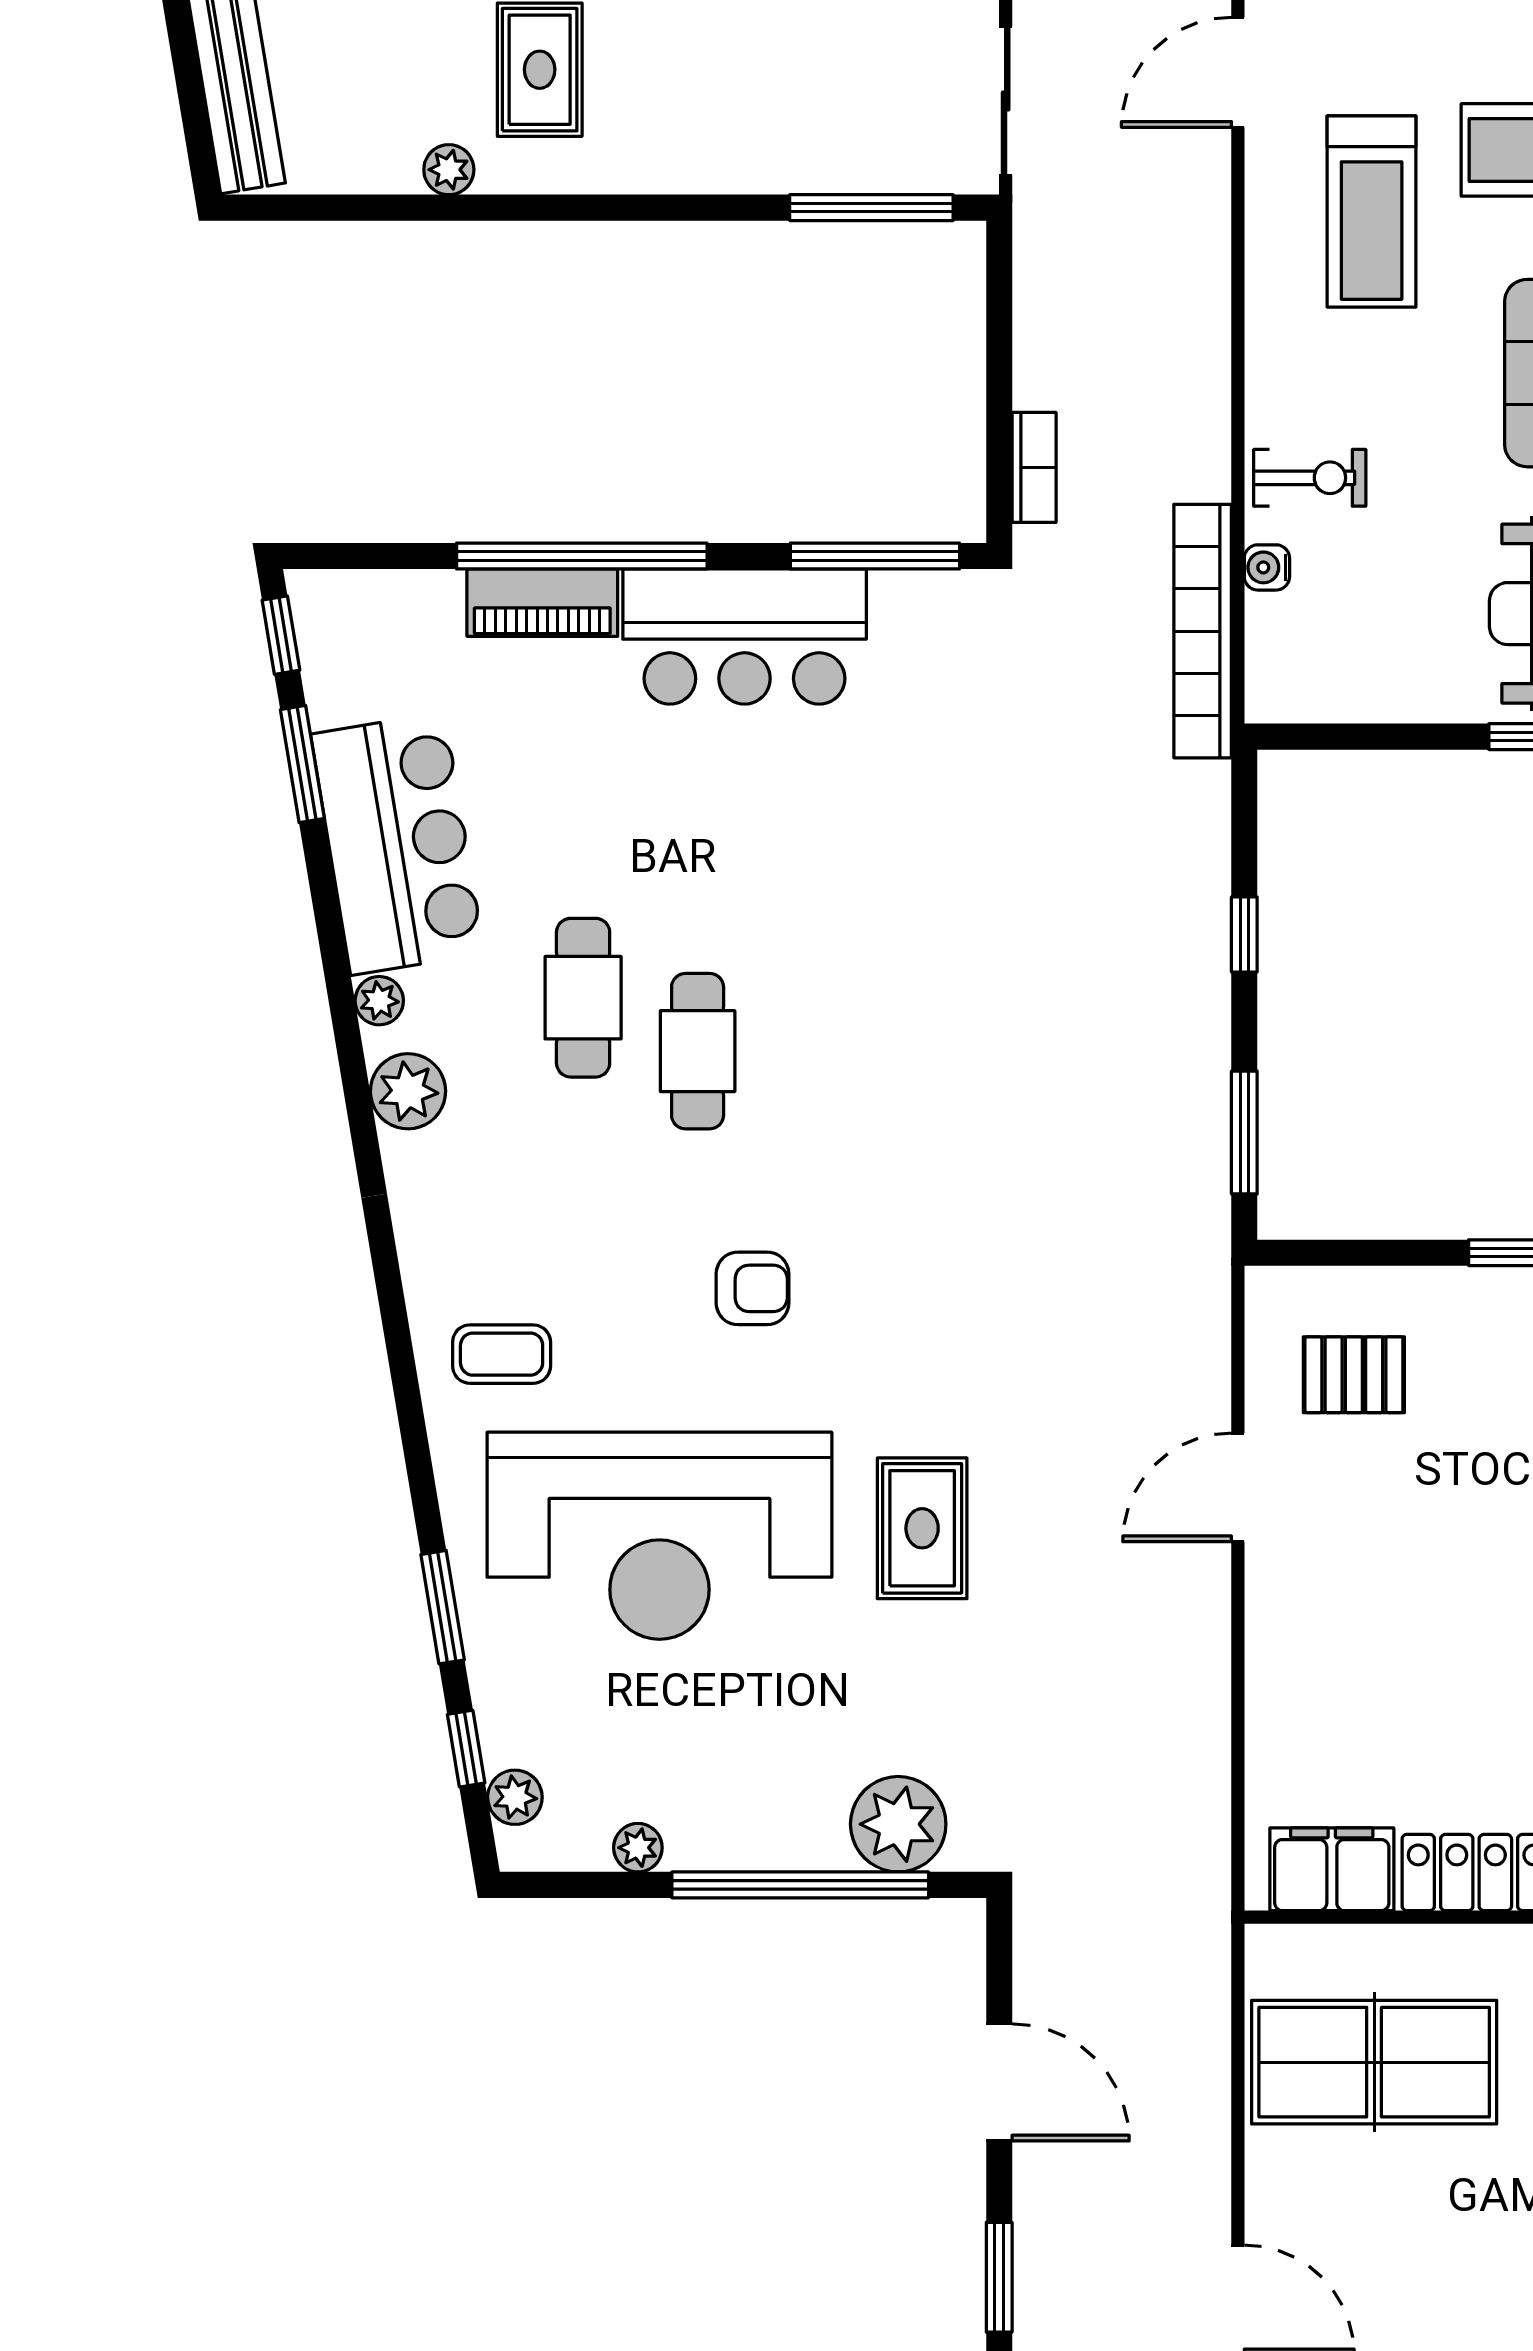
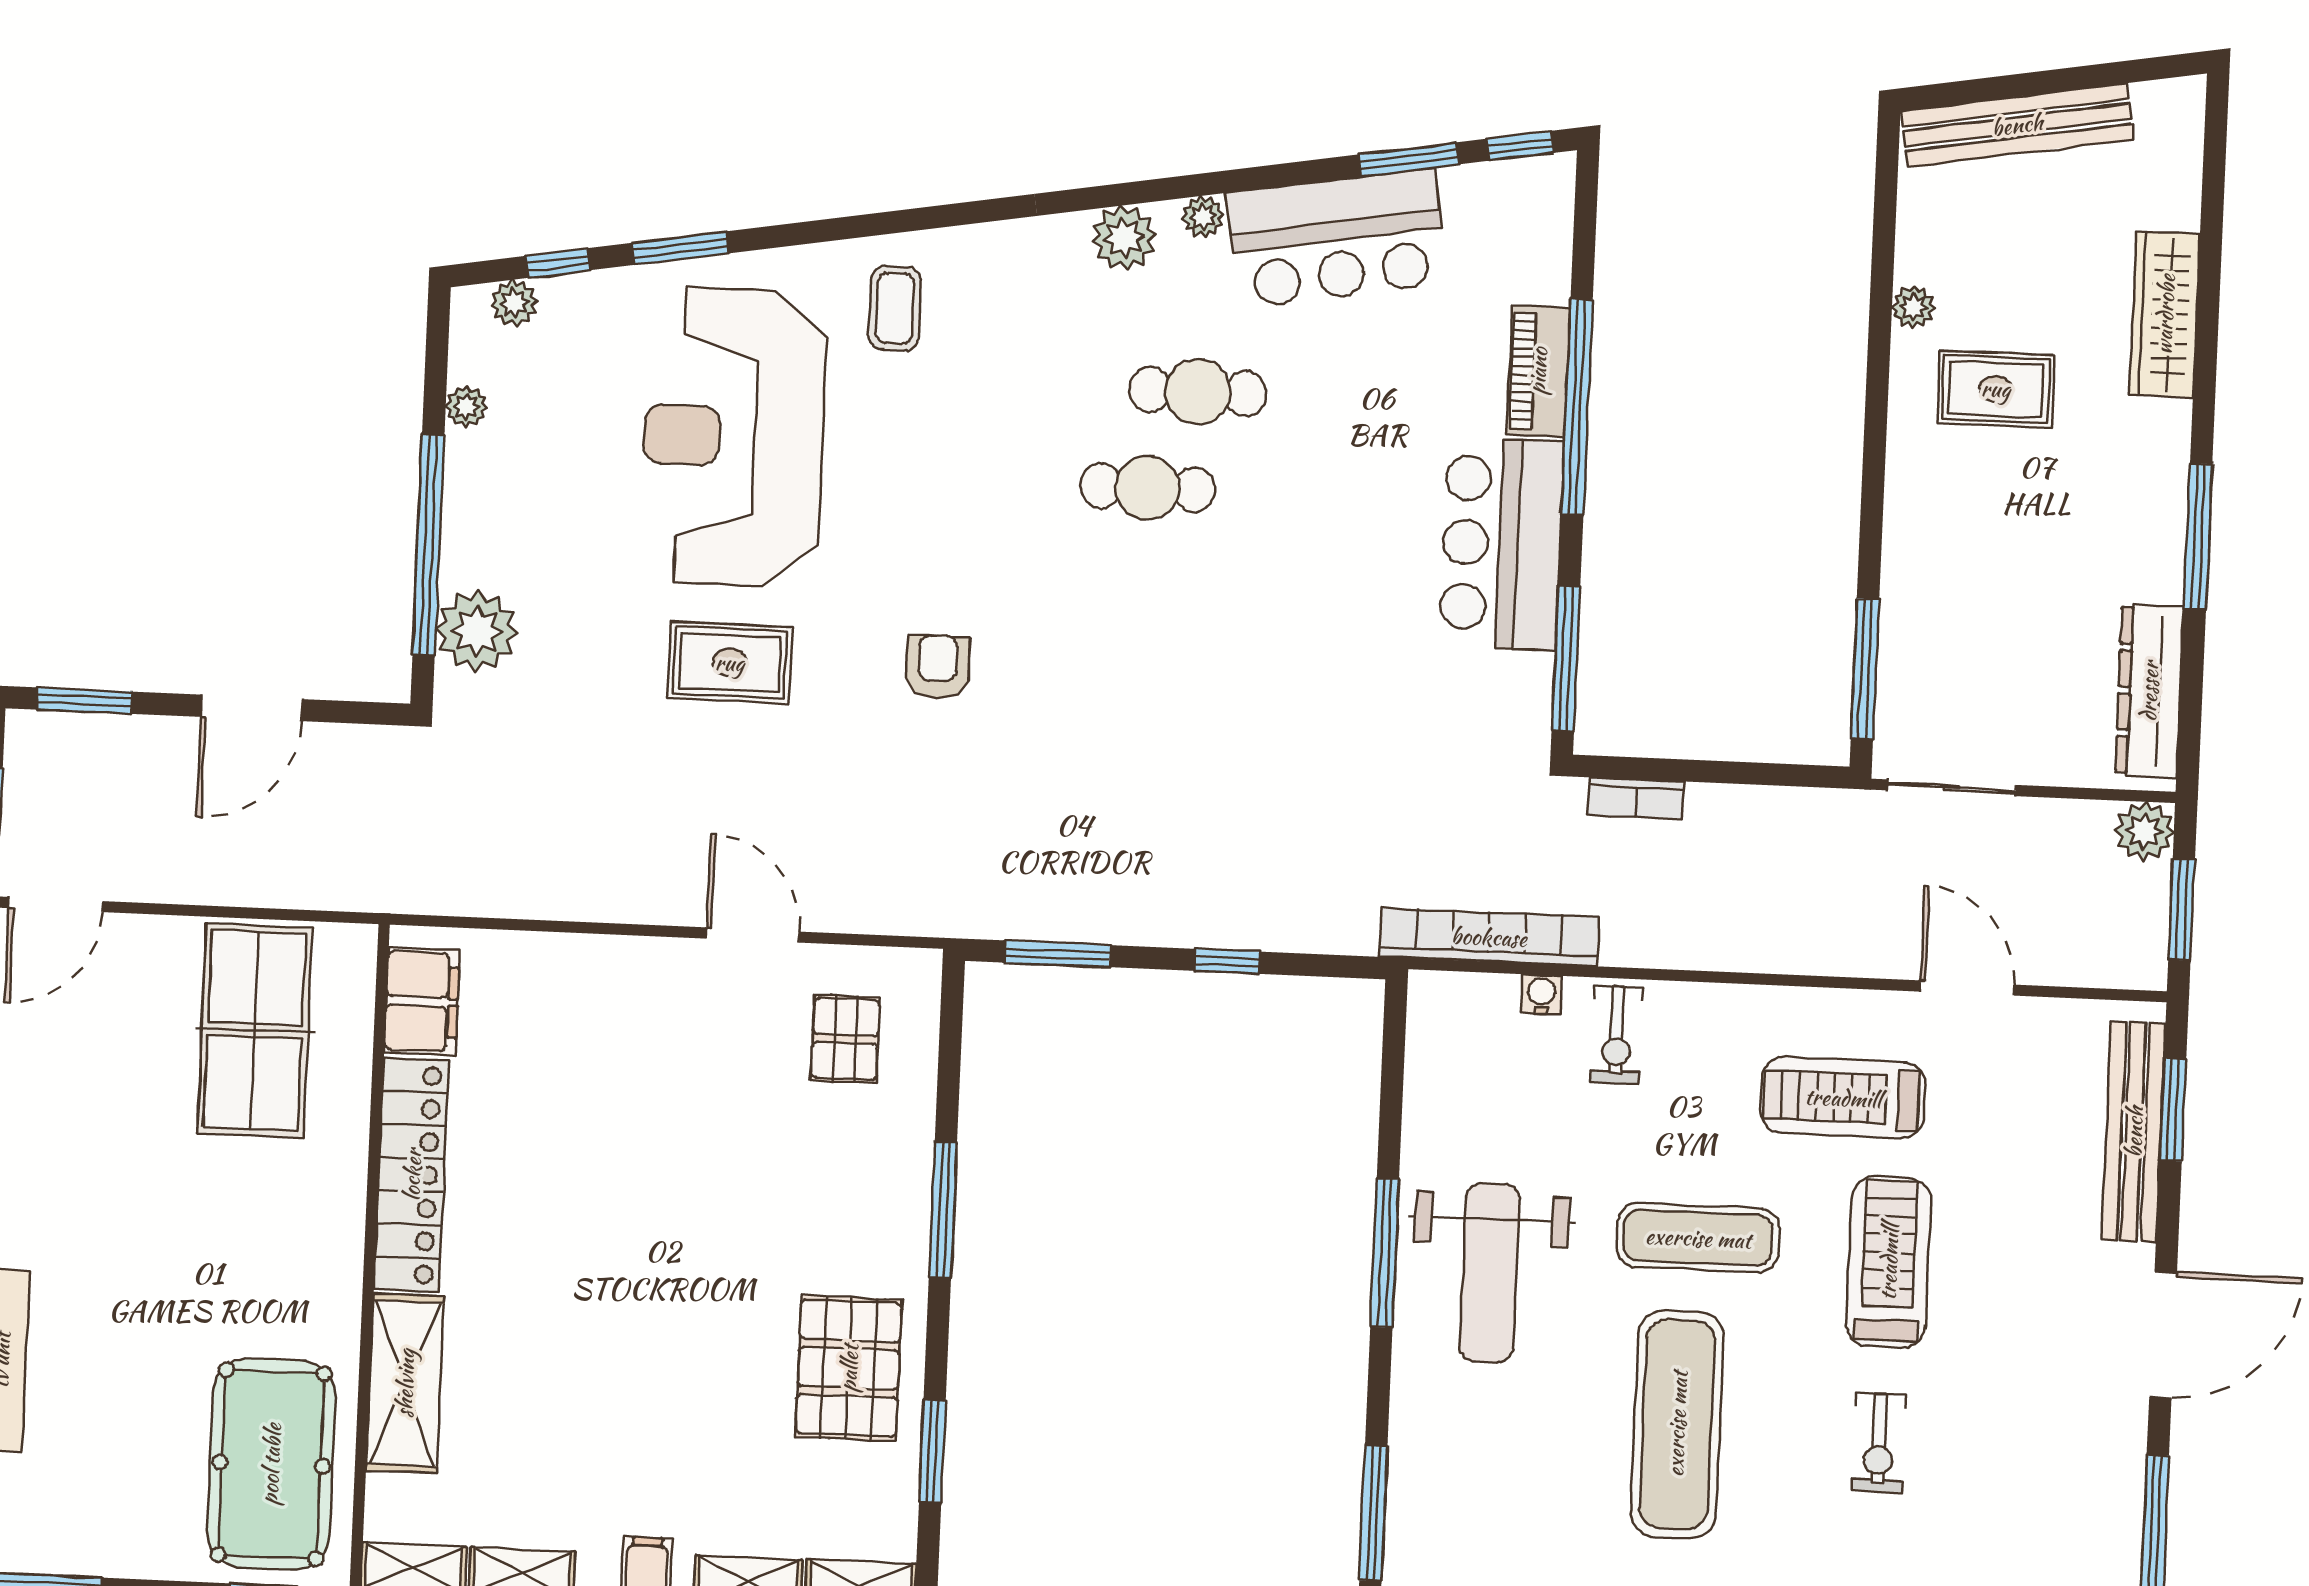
armchair: (753, 1288) -> (938, 667), moved, turned 180

